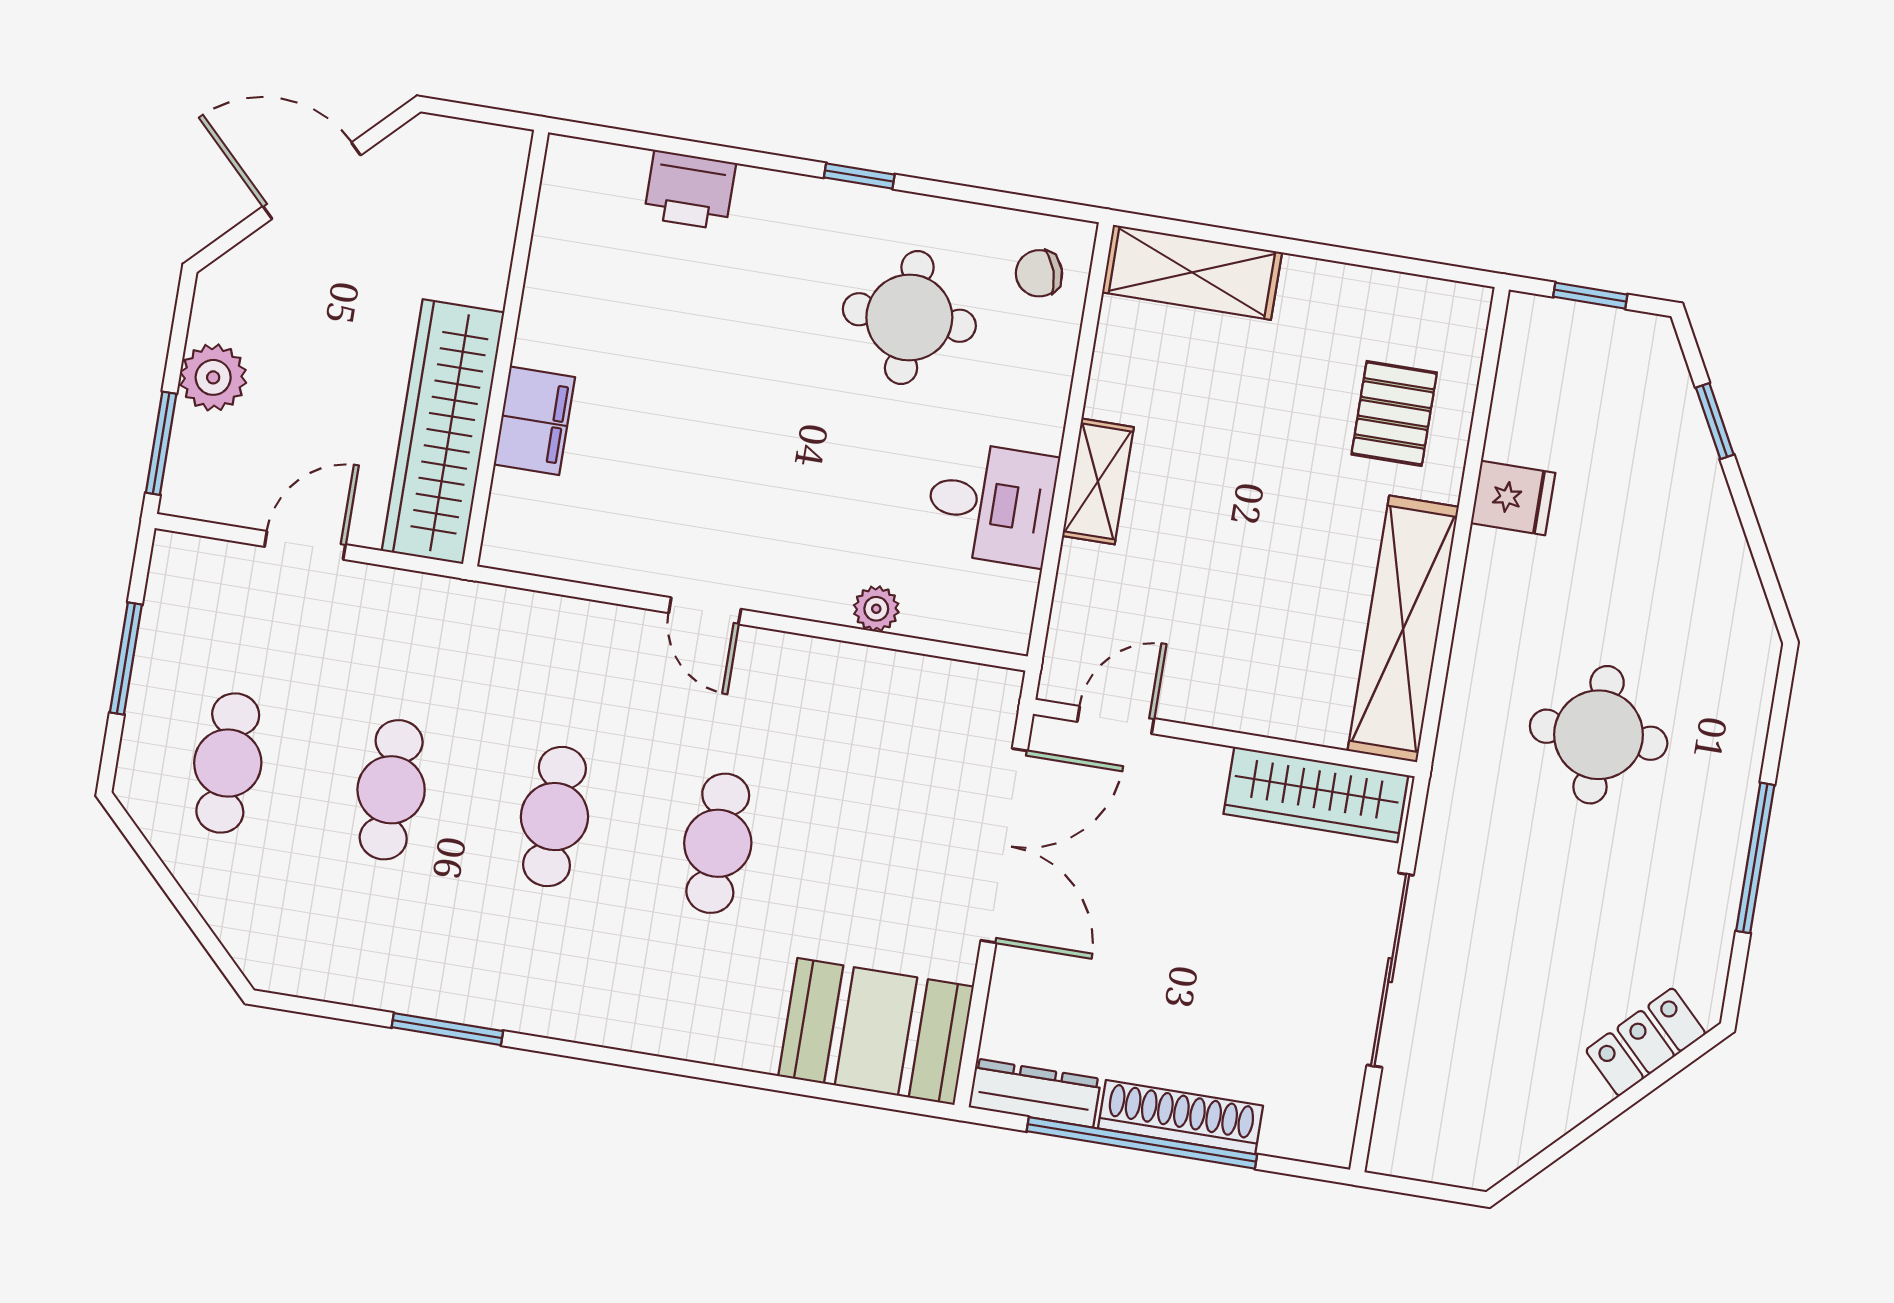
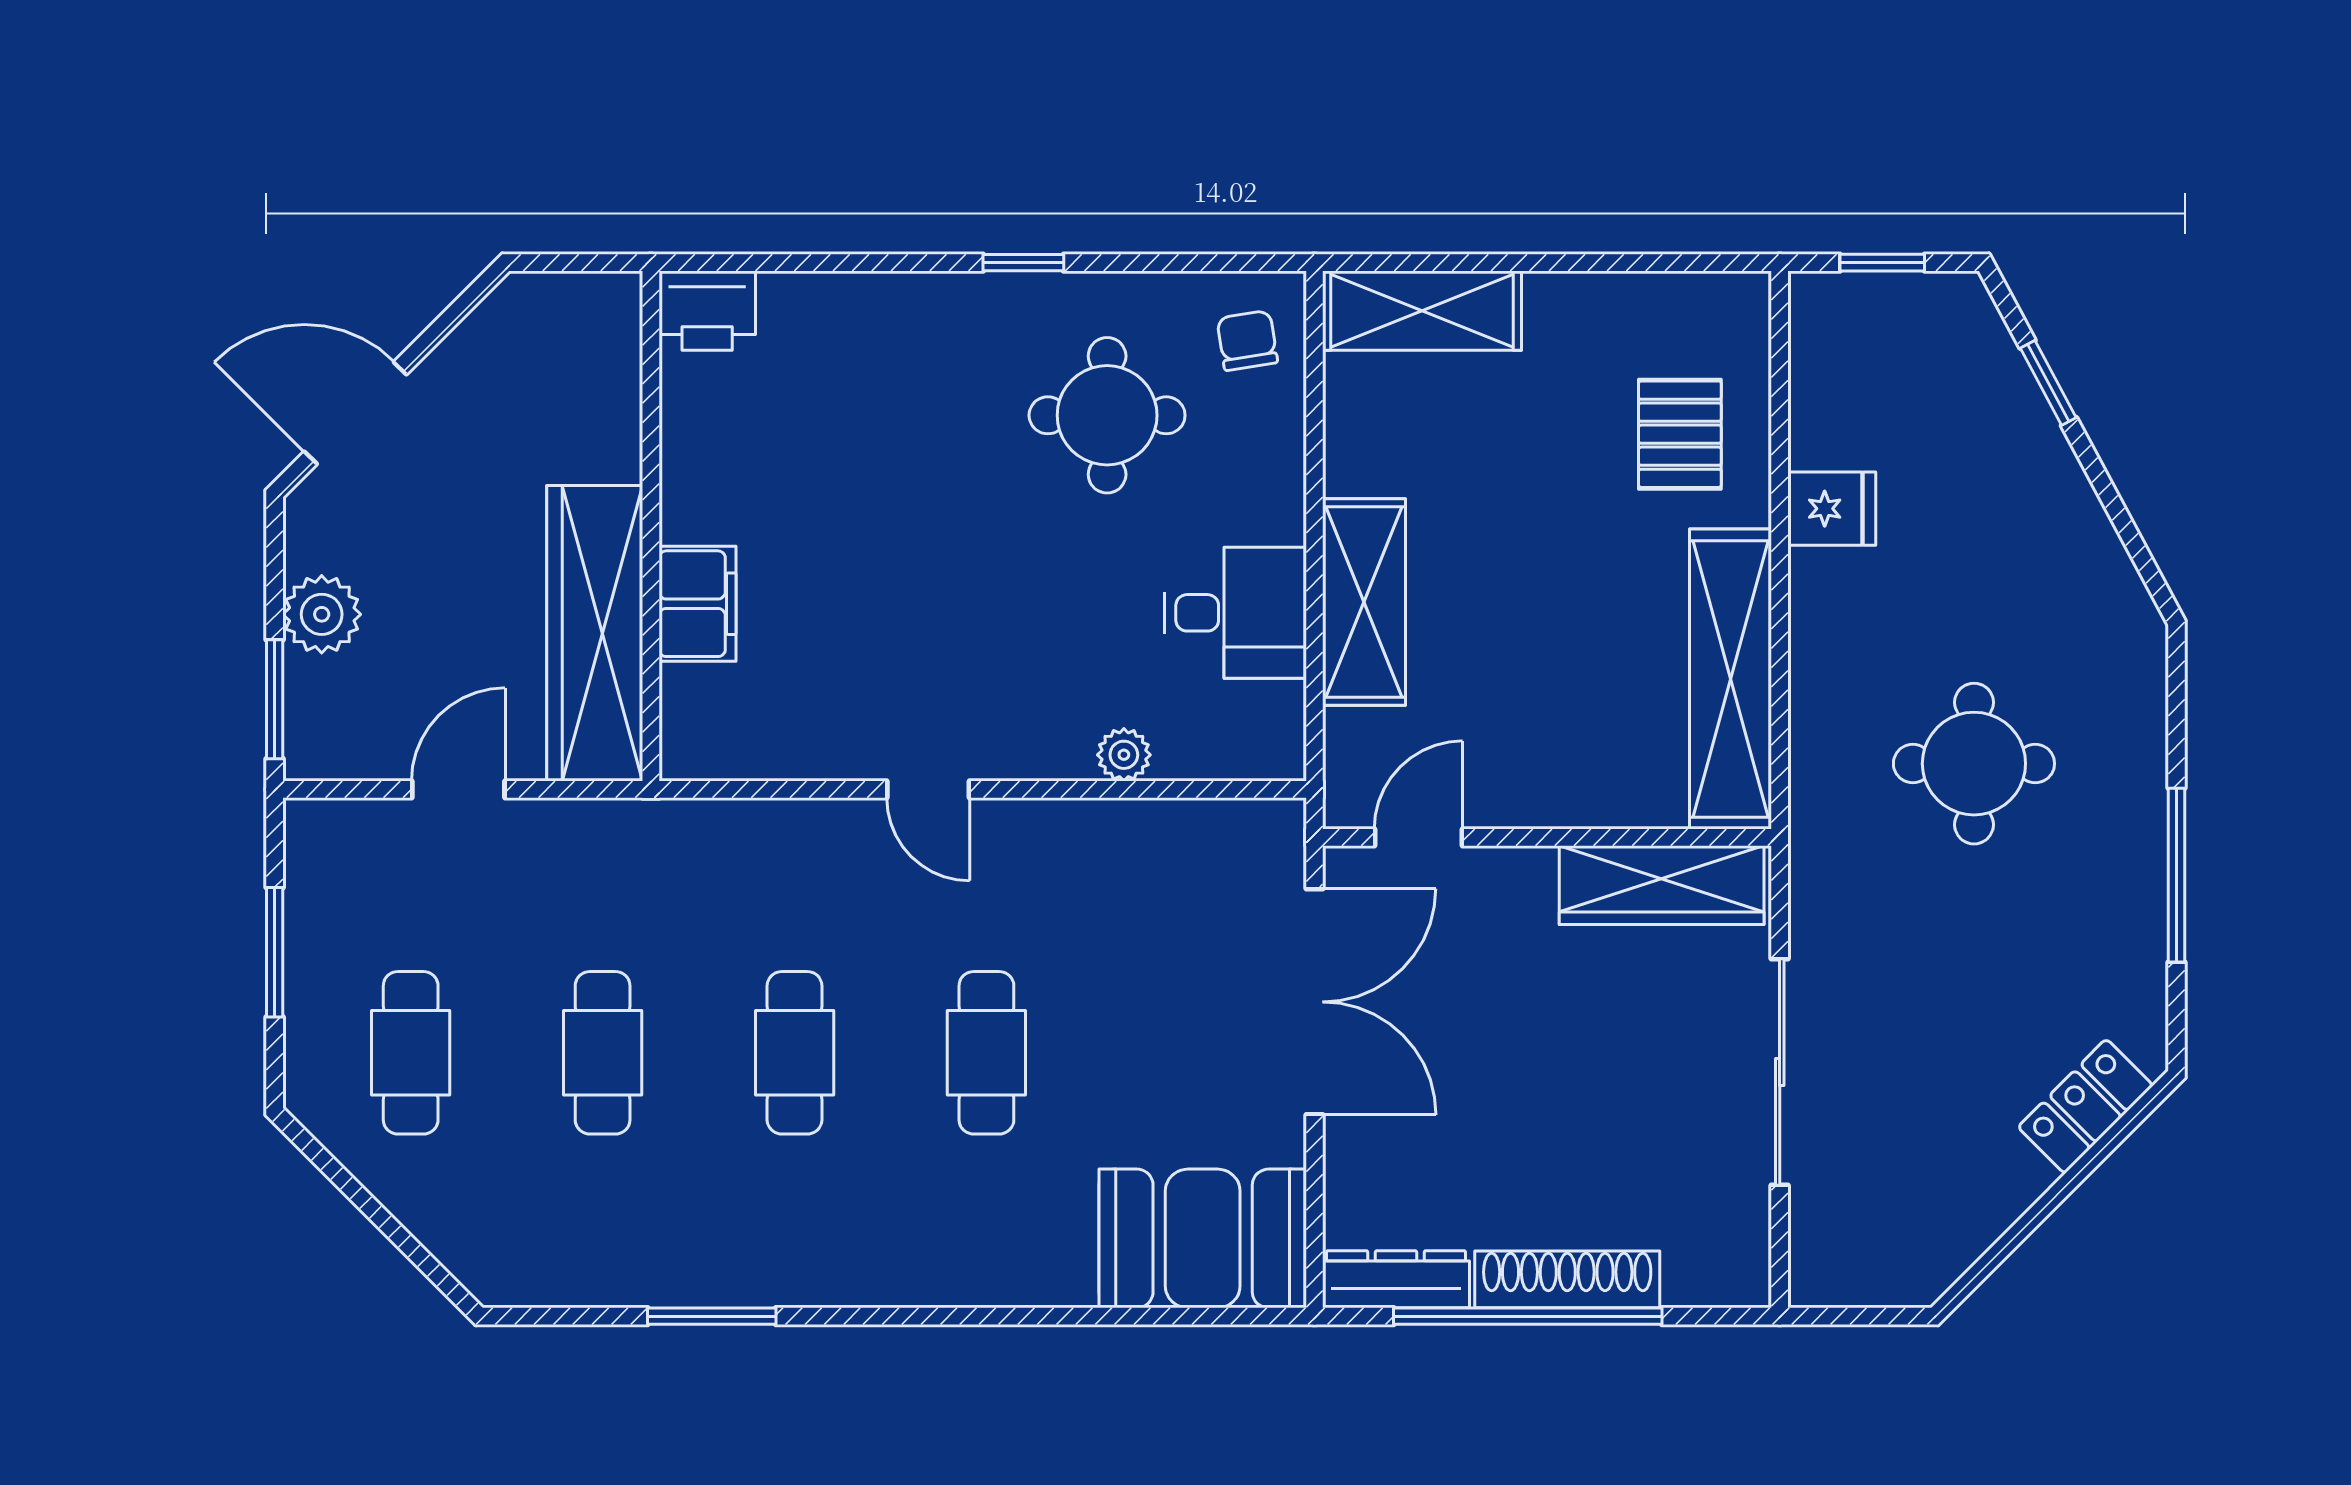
door: (312, 181) -> (355, 413), moved
printer: (690, 190) -> (707, 311), moved
chair: (1039, 273) -> (1247, 340), turned 99
shelving: (1098, 481) -> (1364, 602), width x1.50, depth x1.33

